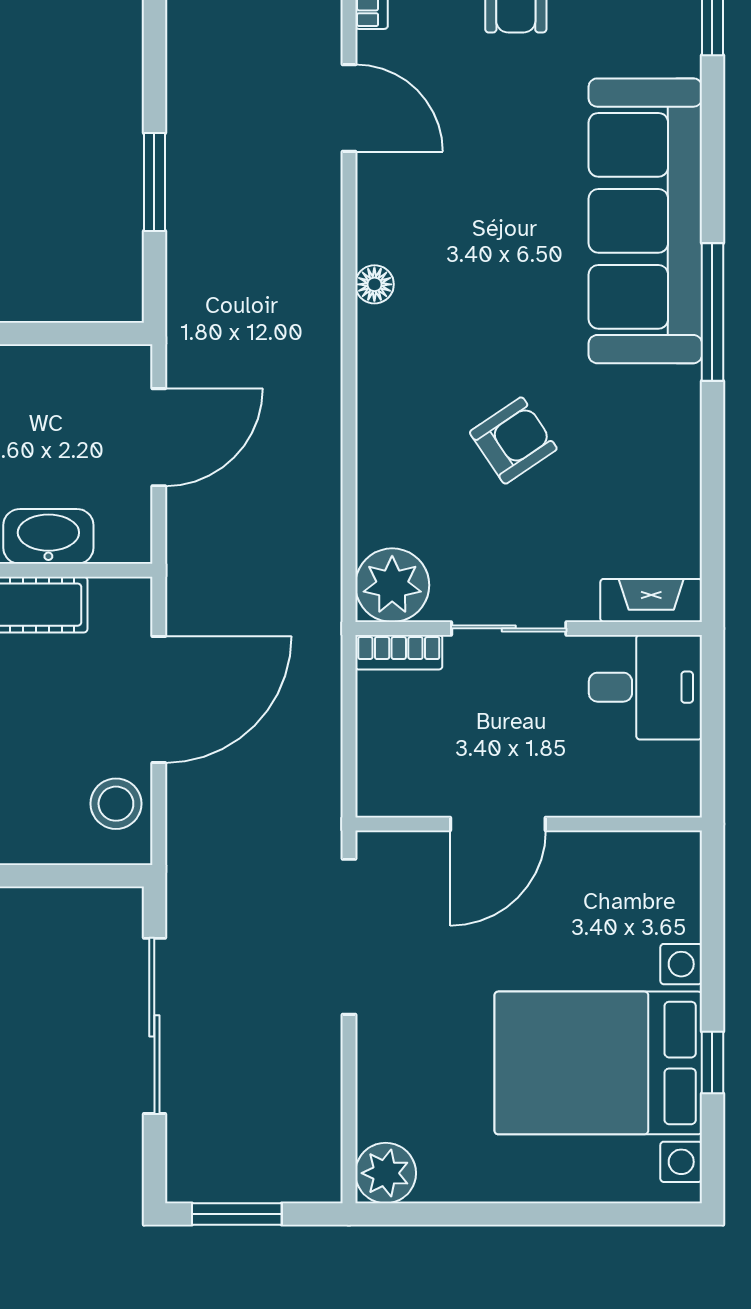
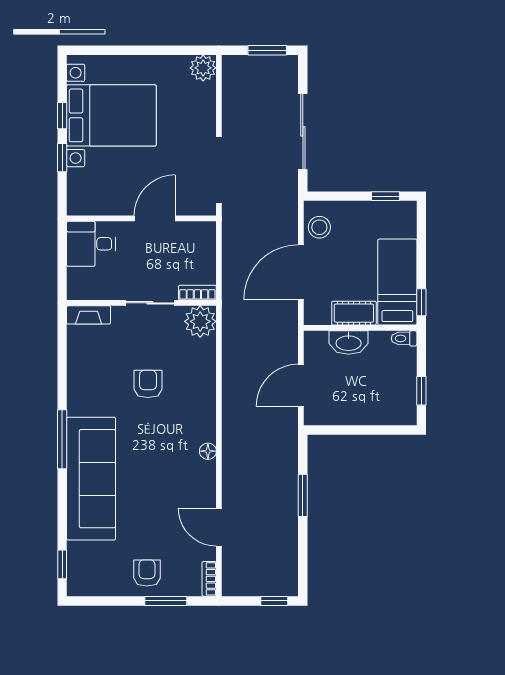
armchair: (513, 440) -> (148, 384), turned 124
desk: (645, 687) -> (91, 244), moved
window: (712, 965) -> (62, 158), added

